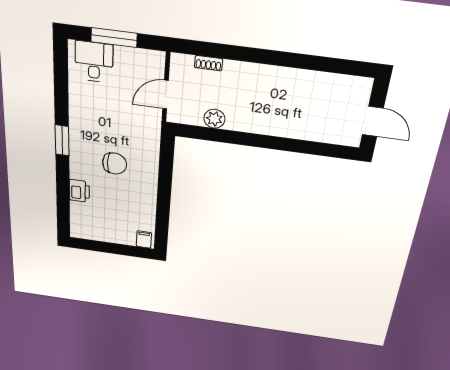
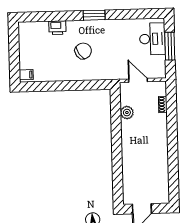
desk: (94, 62) -> (152, 39), width x1.37
chair: (115, 163) -> (83, 51), turned -125

